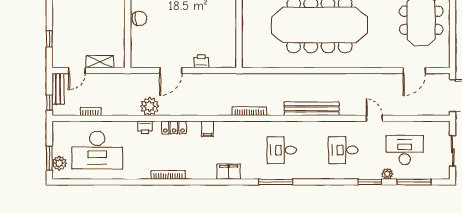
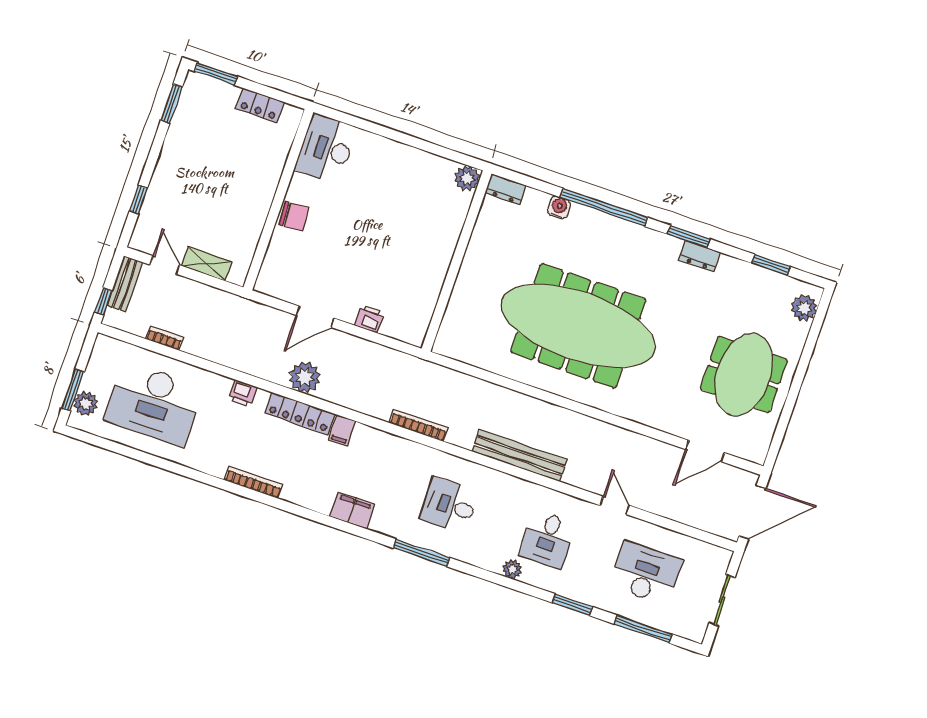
door: (77, 71) -> (165, 265), swing flipped
plant: (150, 106) -> (305, 377), moved
locker: (174, 127) -> (300, 413), width x1.53
desk: (343, 150) -> (547, 539), turned -90
plant: (387, 174) -> (512, 569), moved

